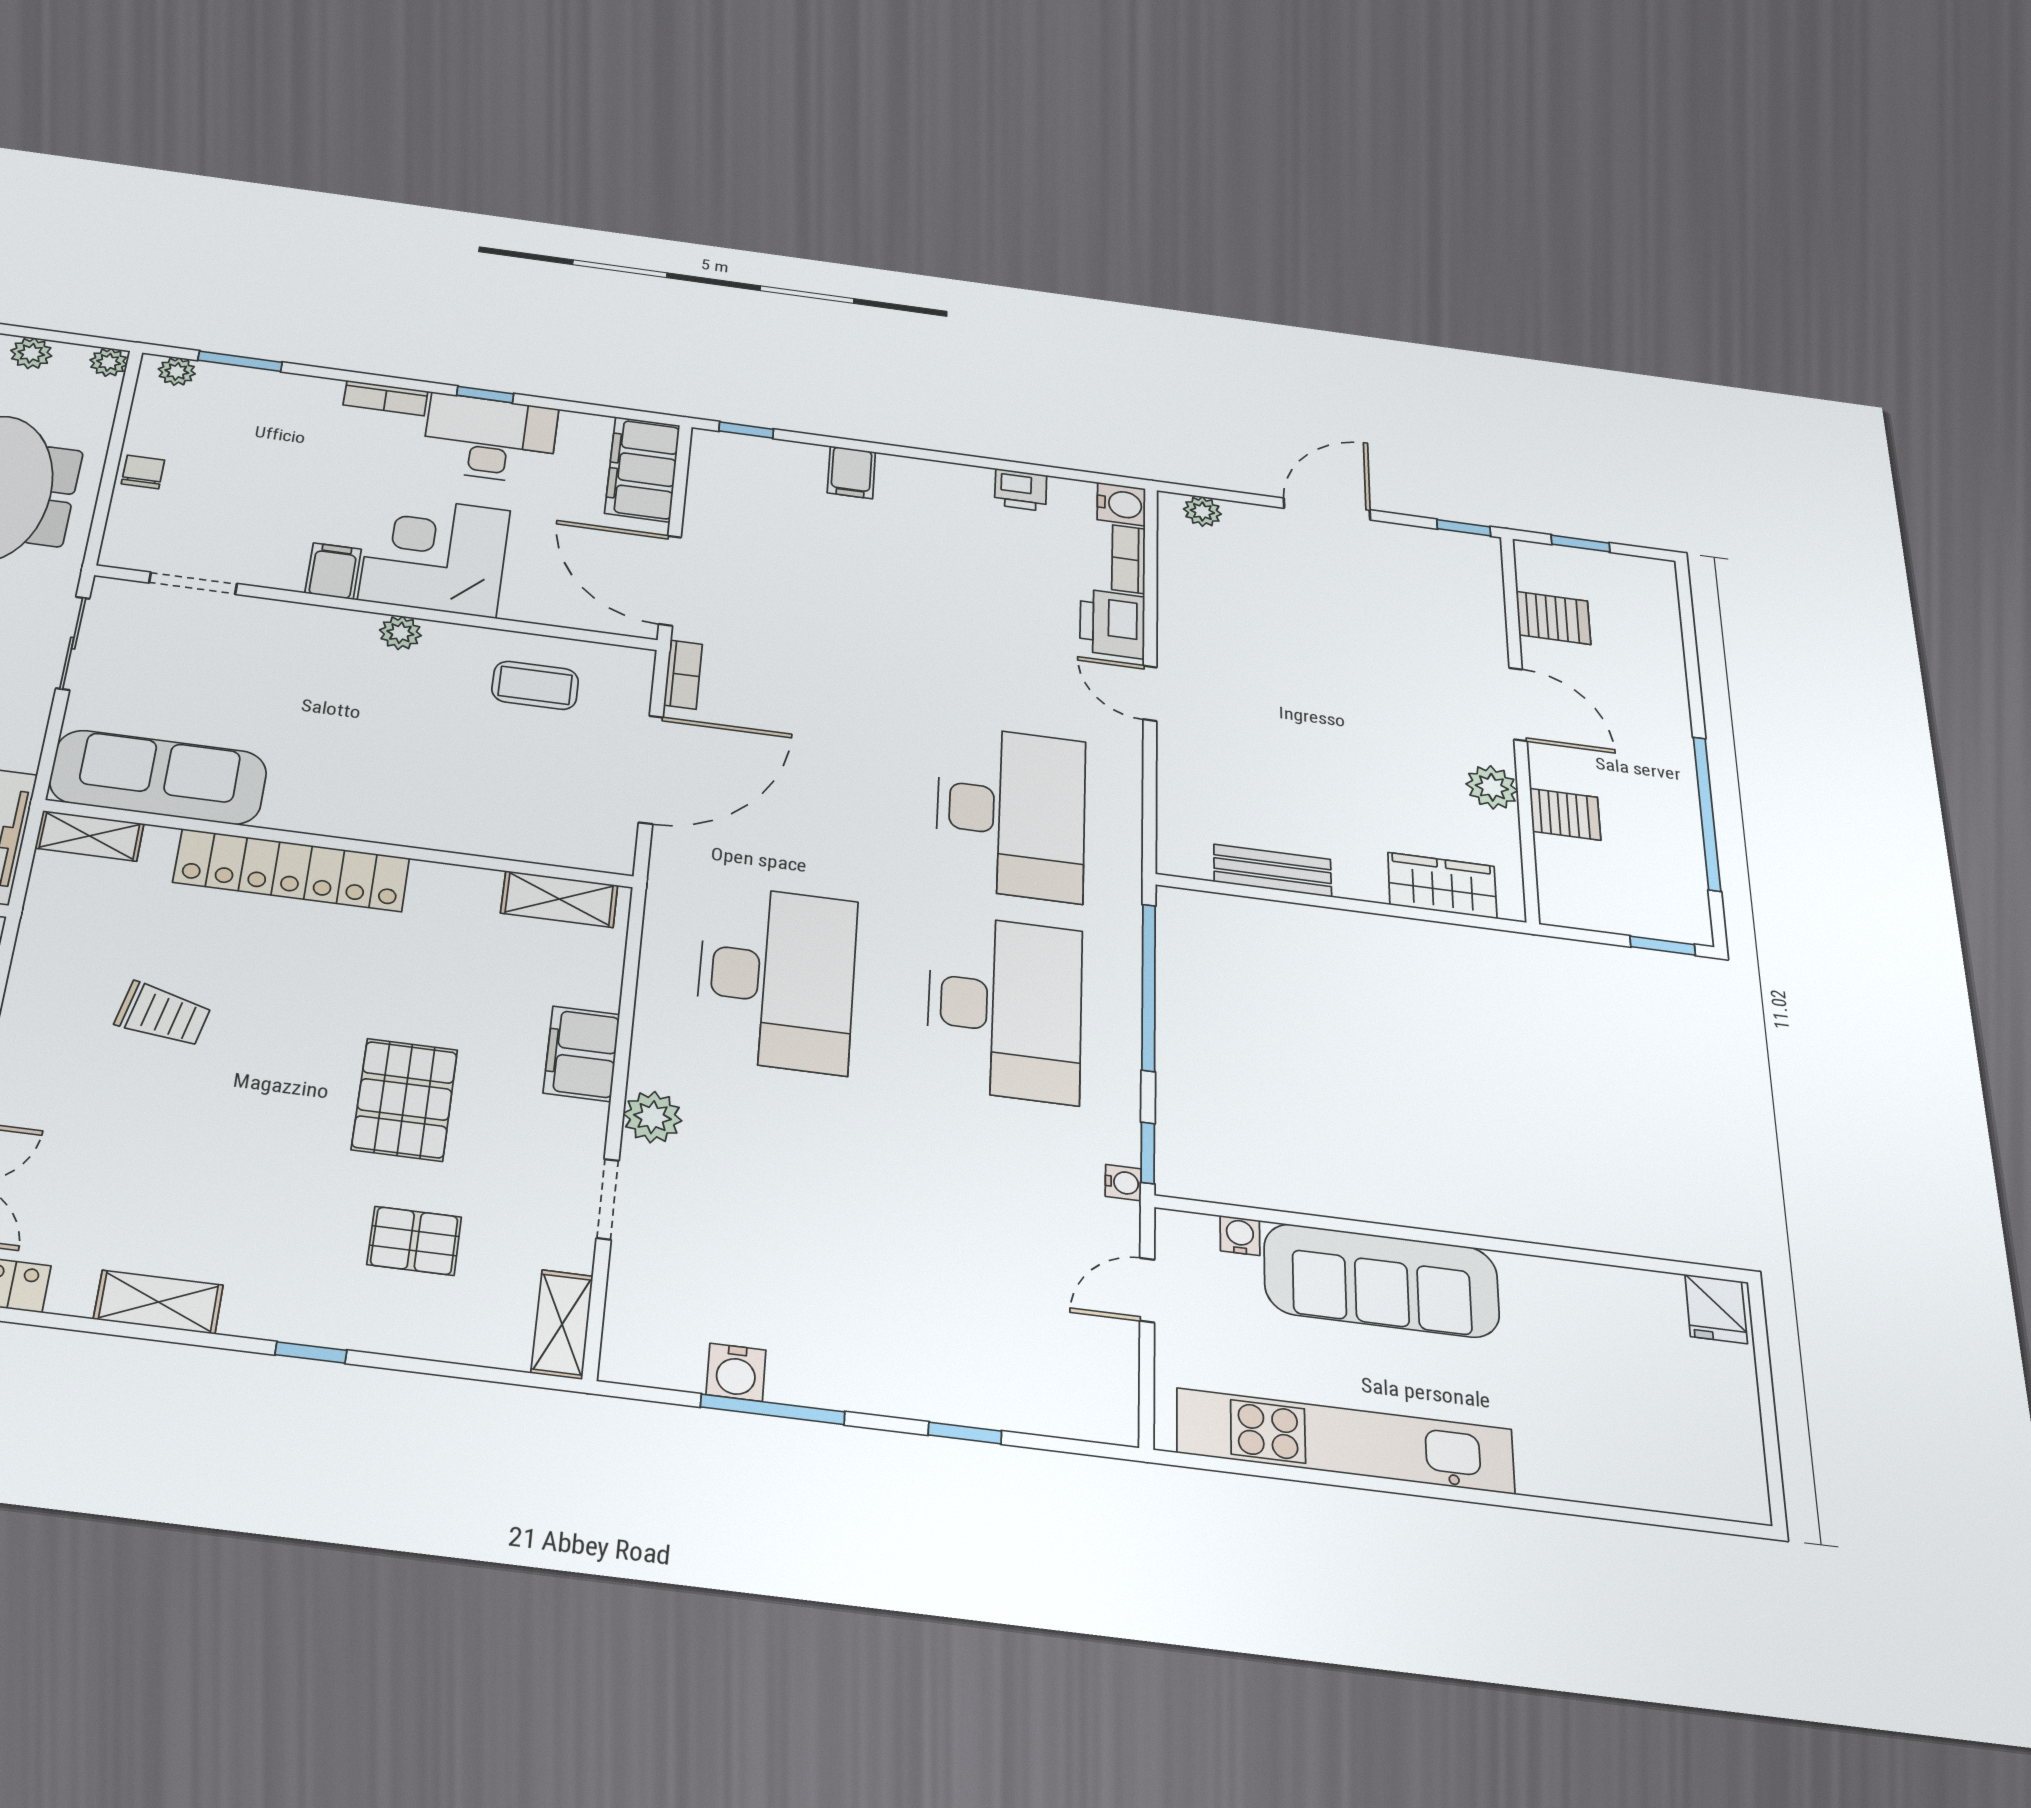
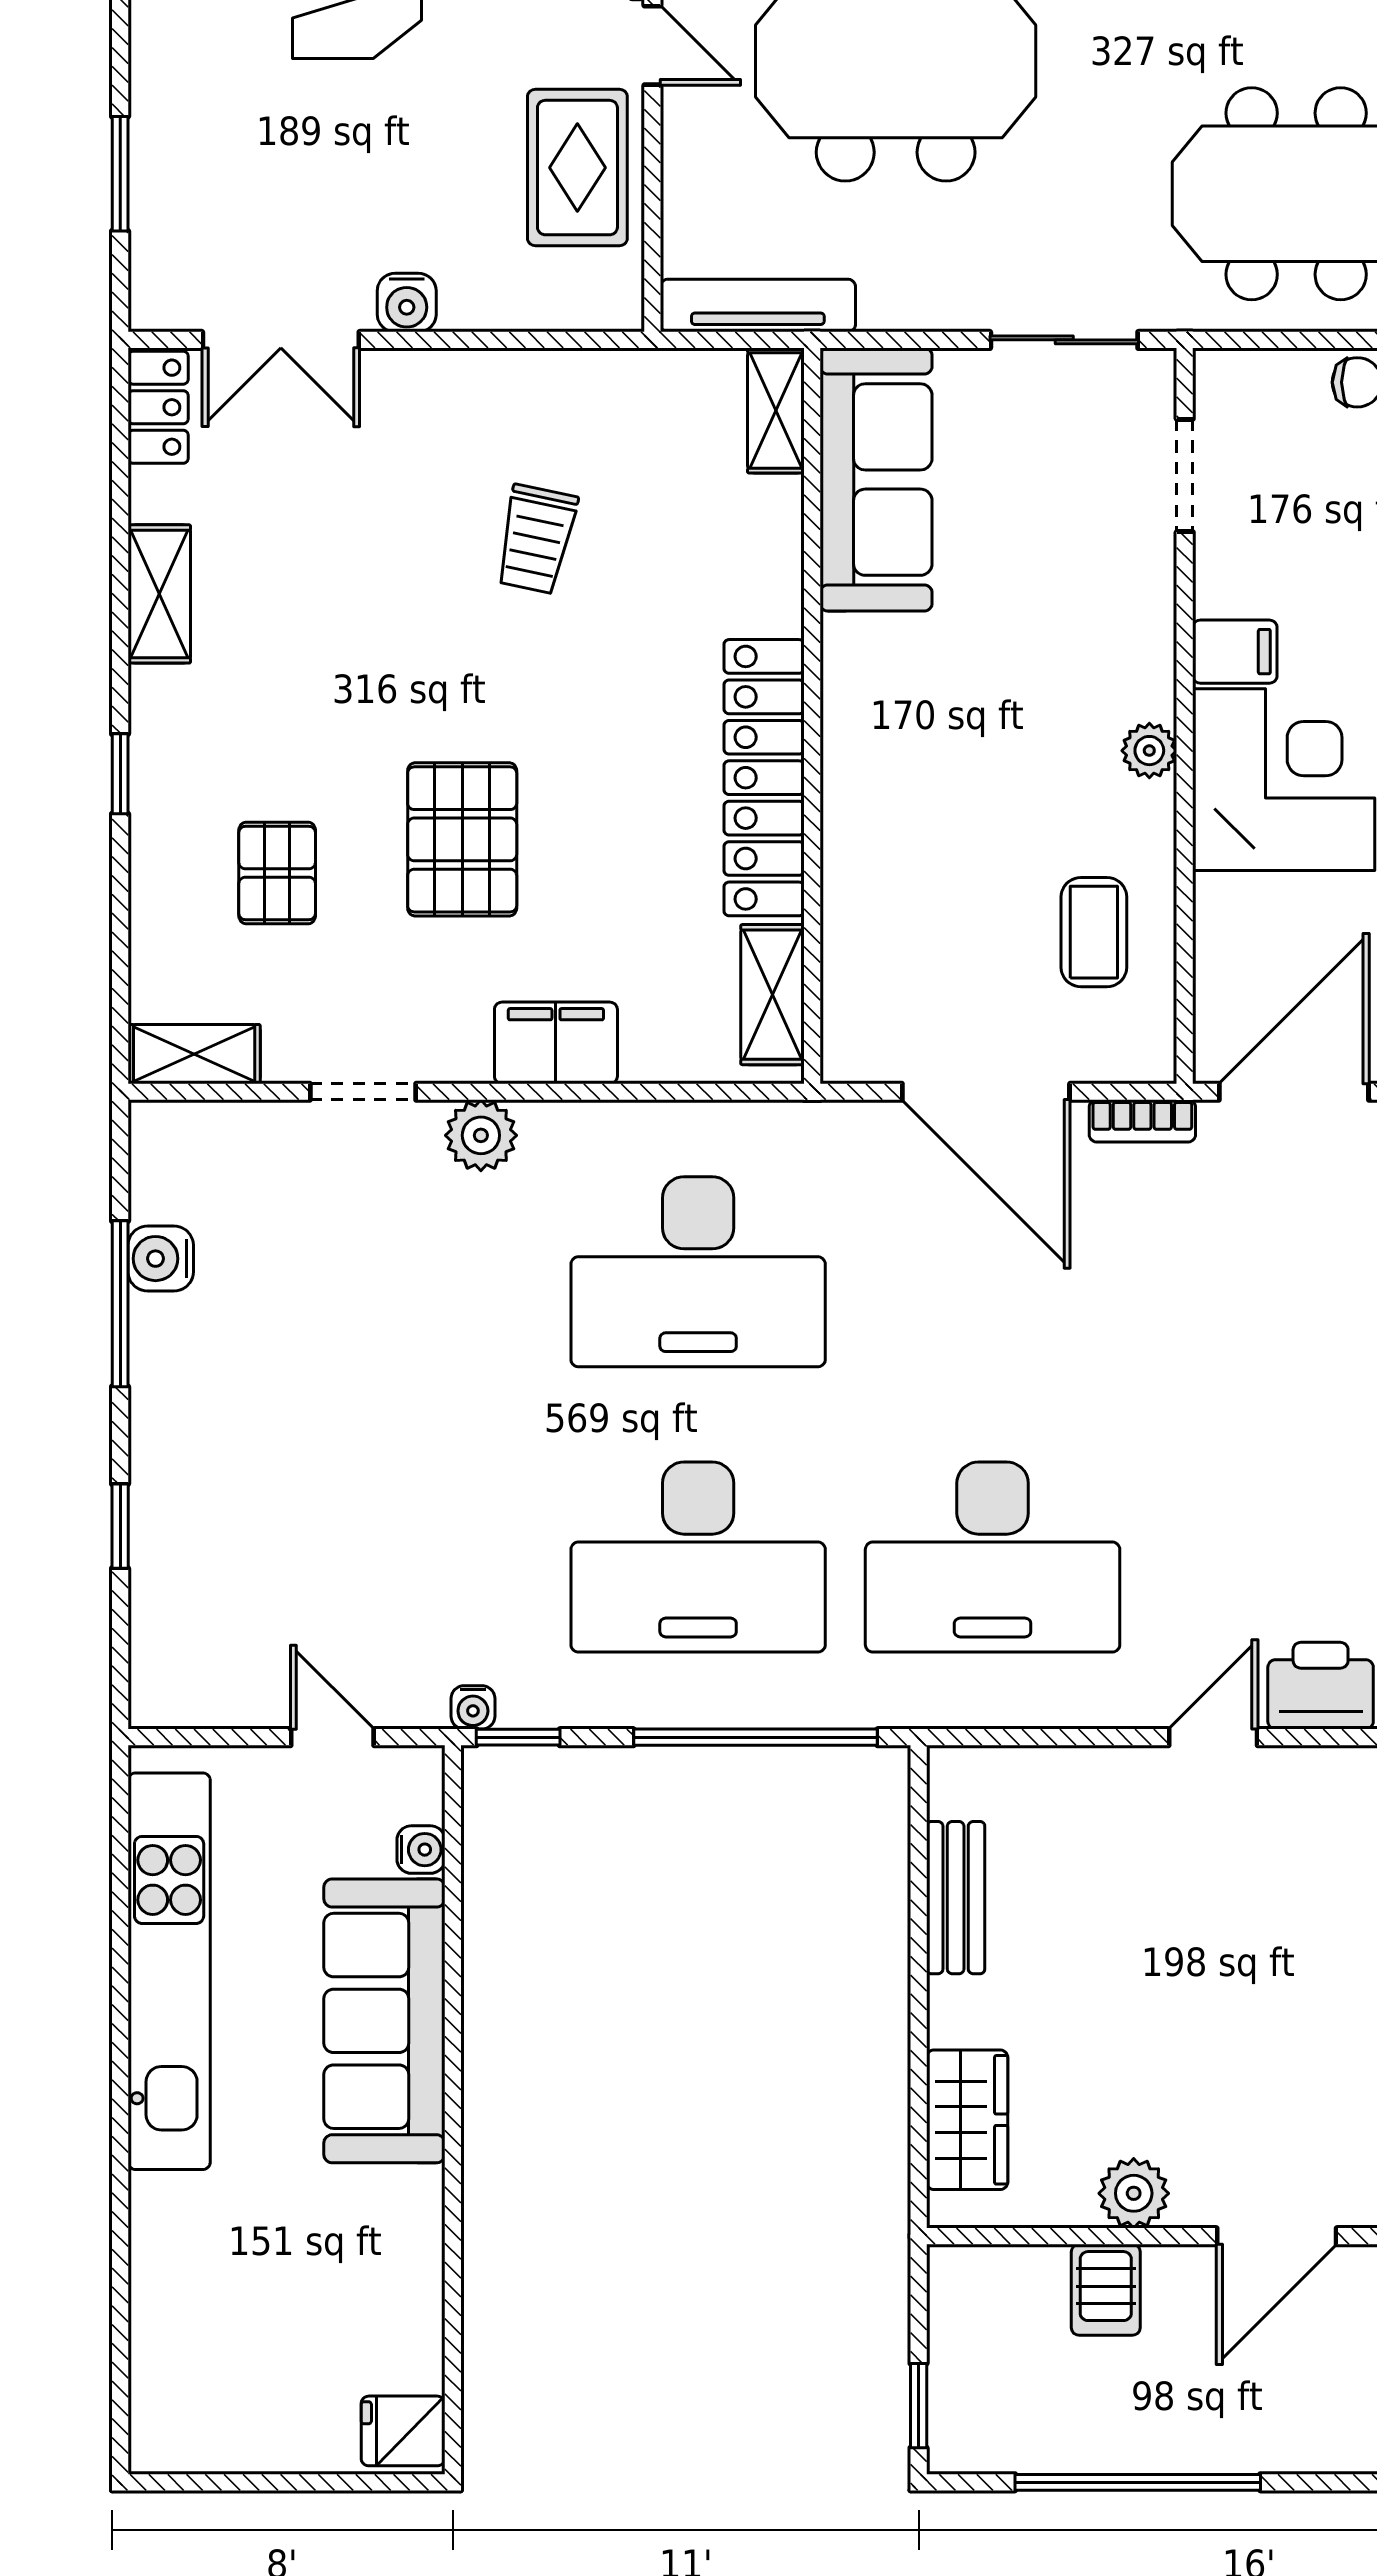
locker: (292, 870) -> (764, 778), moved
pallet: (405, 1099) -> (462, 839), turned 90

